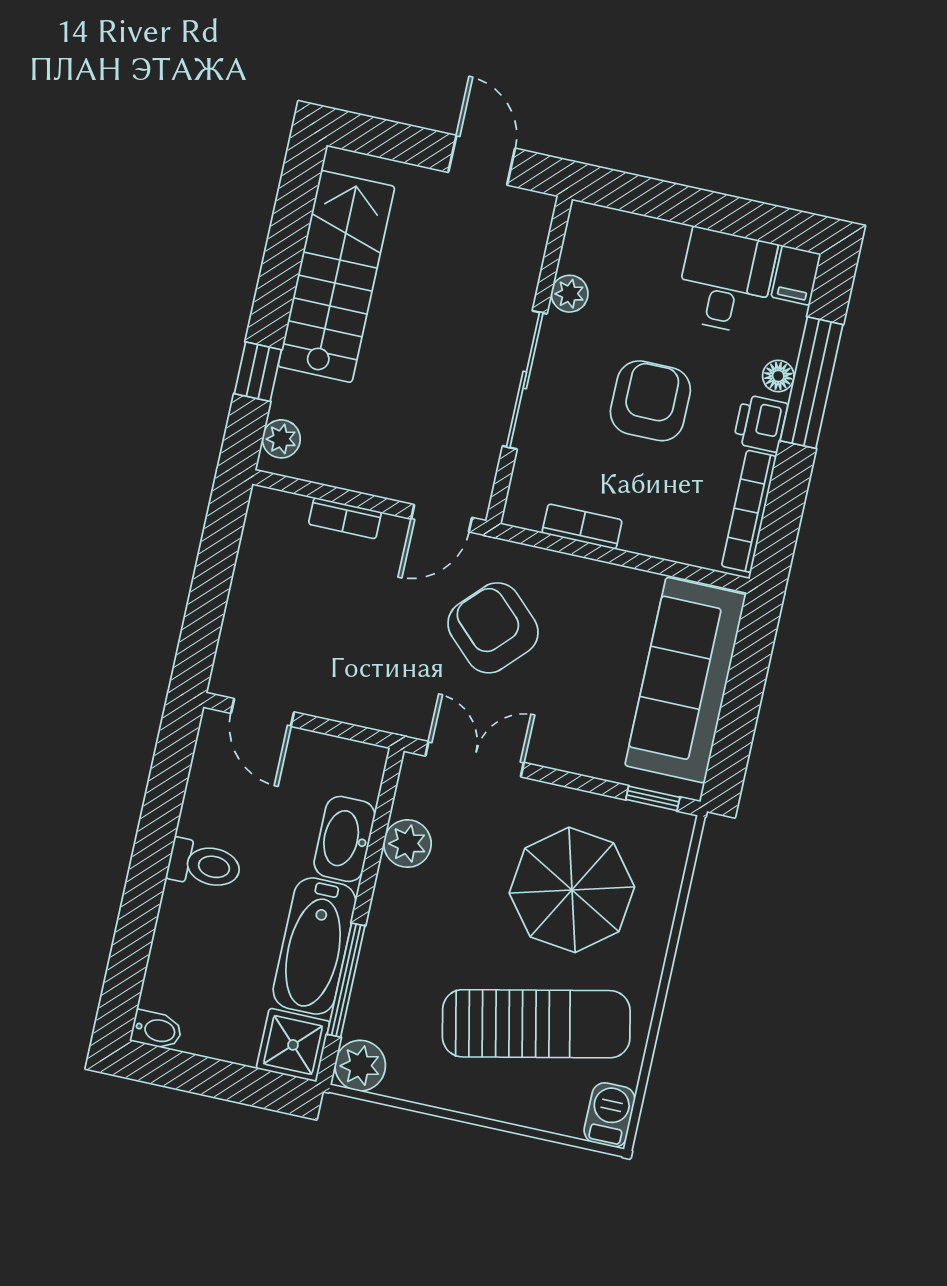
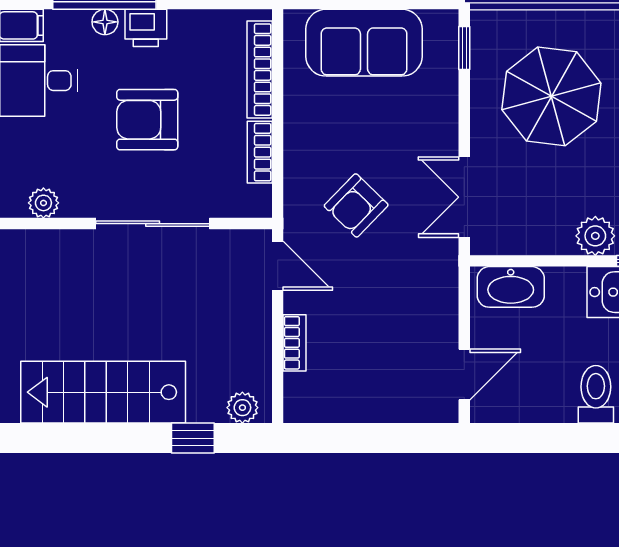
plant: (570, 294) -> (43, 203), moved
bookcase: (749, 511) -> (260, 70), moved, turned 90
armchair: (493, 628) -> (356, 205), width x0.72, depth x0.72
sofa: (685, 680) -> (364, 43), width x0.73
washbasin: (344, 839) -> (511, 287), moved
plant: (407, 844) -> (595, 236), moved

